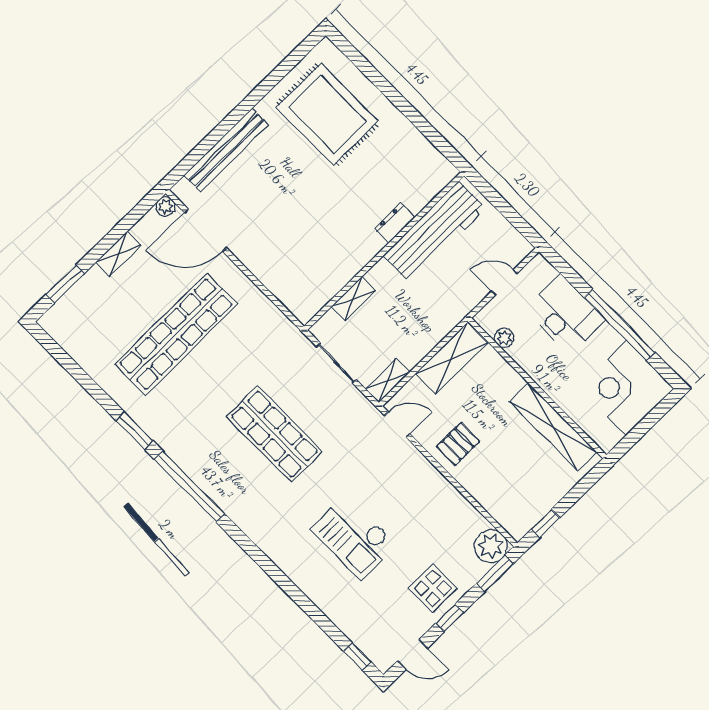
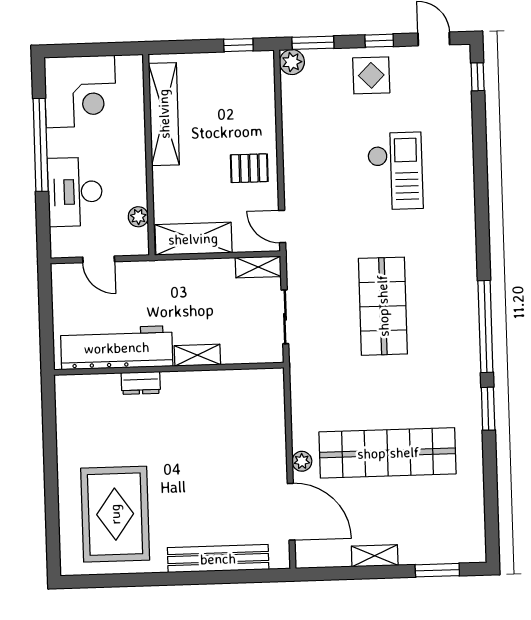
plant: (166, 207) -> (302, 461), moved
shelving: (353, 299) -> (197, 355), moved
plant: (491, 546) -> (292, 62), width x0.73, depth x0.73

